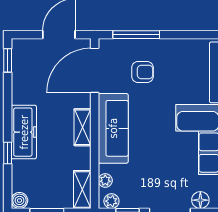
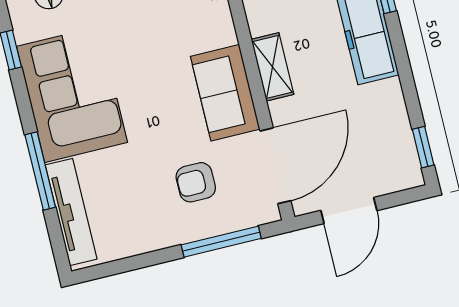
sofa: (113, 128) -> (225, 93), width x0.73

